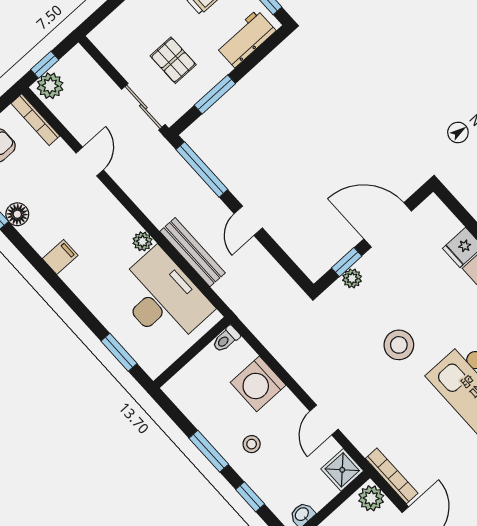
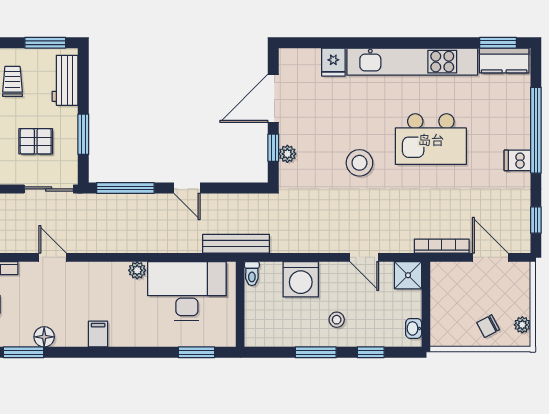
bench: (192, 252) -> (236, 244), moved
plant: (371, 498) -> (444, 273), removed

